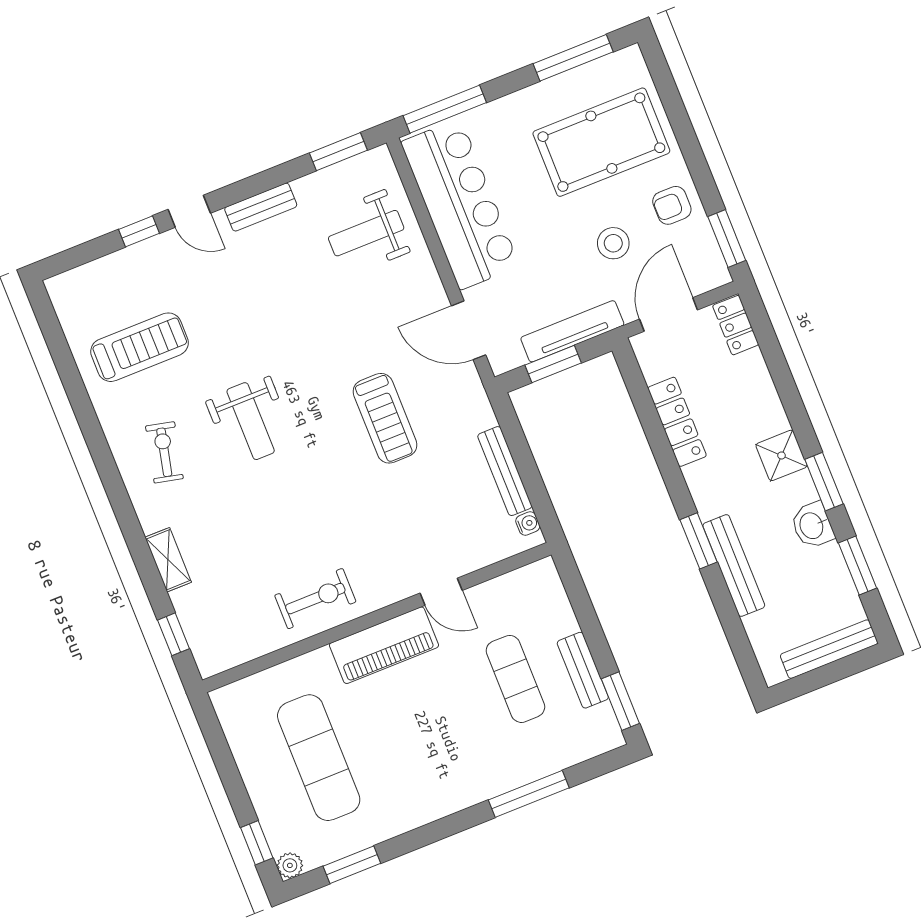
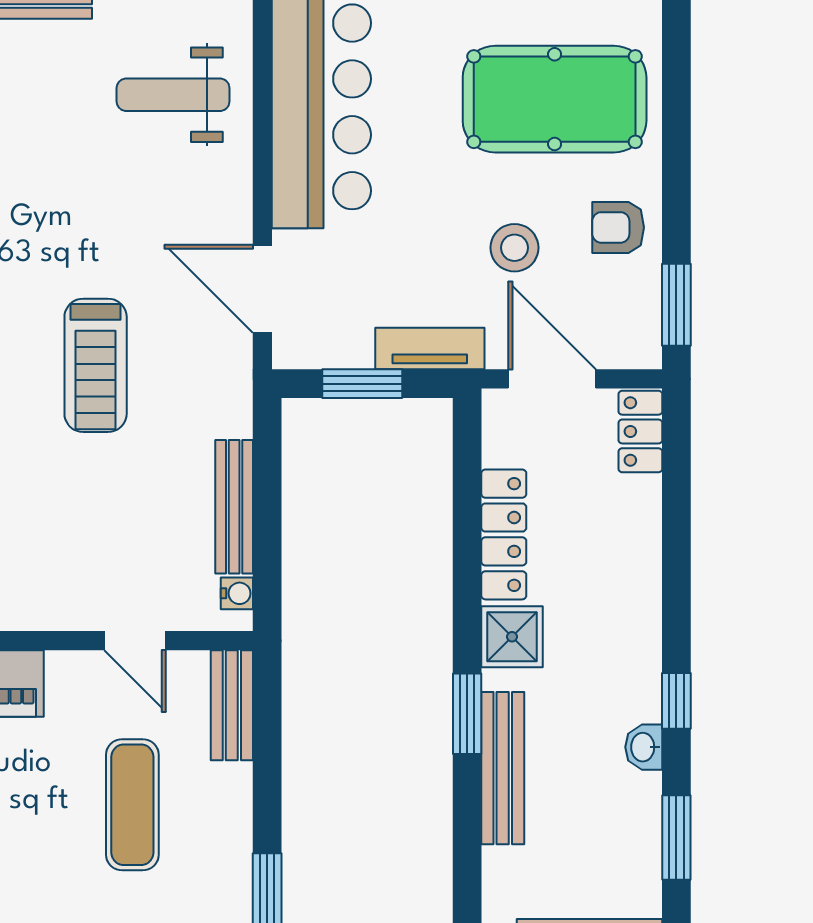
door: (668, 314) -> (552, 379), hinge flipped
tv unit: (572, 331) -> (430, 348), width x0.71
shower: (781, 455) -> (512, 637), moved
window: (824, 482) -> (676, 701), width x0.67
washbasin: (812, 525) -> (644, 747), width x0.72, depth x0.69
door: (441, 592) -> (135, 641), moved
bench: (583, 670) -> (232, 705), moved

